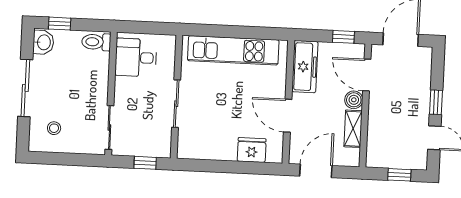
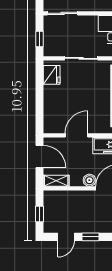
shelving: (353, 129) -> (56, 181), moved
fridge: (252, 150) -> (52, 75), moved

